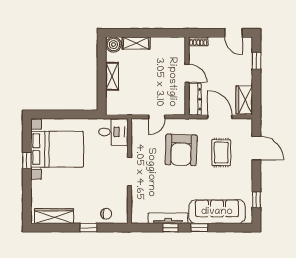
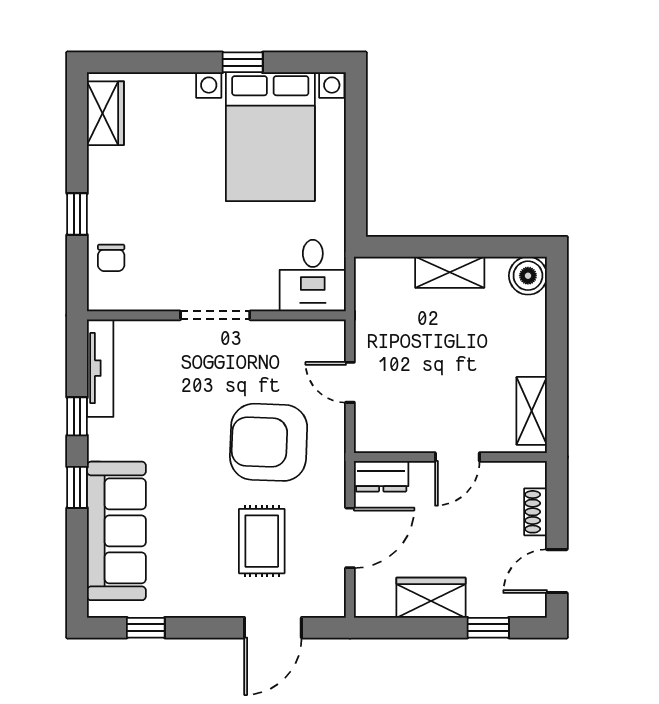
shoe rack: (198, 41) -> (536, 512), moved
shelving: (136, 43) -> (532, 411), moved
dresser: (195, 99) -> (381, 476), width x0.70
wardrobe: (244, 100) -> (431, 598), moved
rug: (221, 153) -> (262, 541), turned 90
wardrobe: (54, 216) -> (105, 113), width x0.67
tv unit: (168, 218) -> (100, 368), moved

